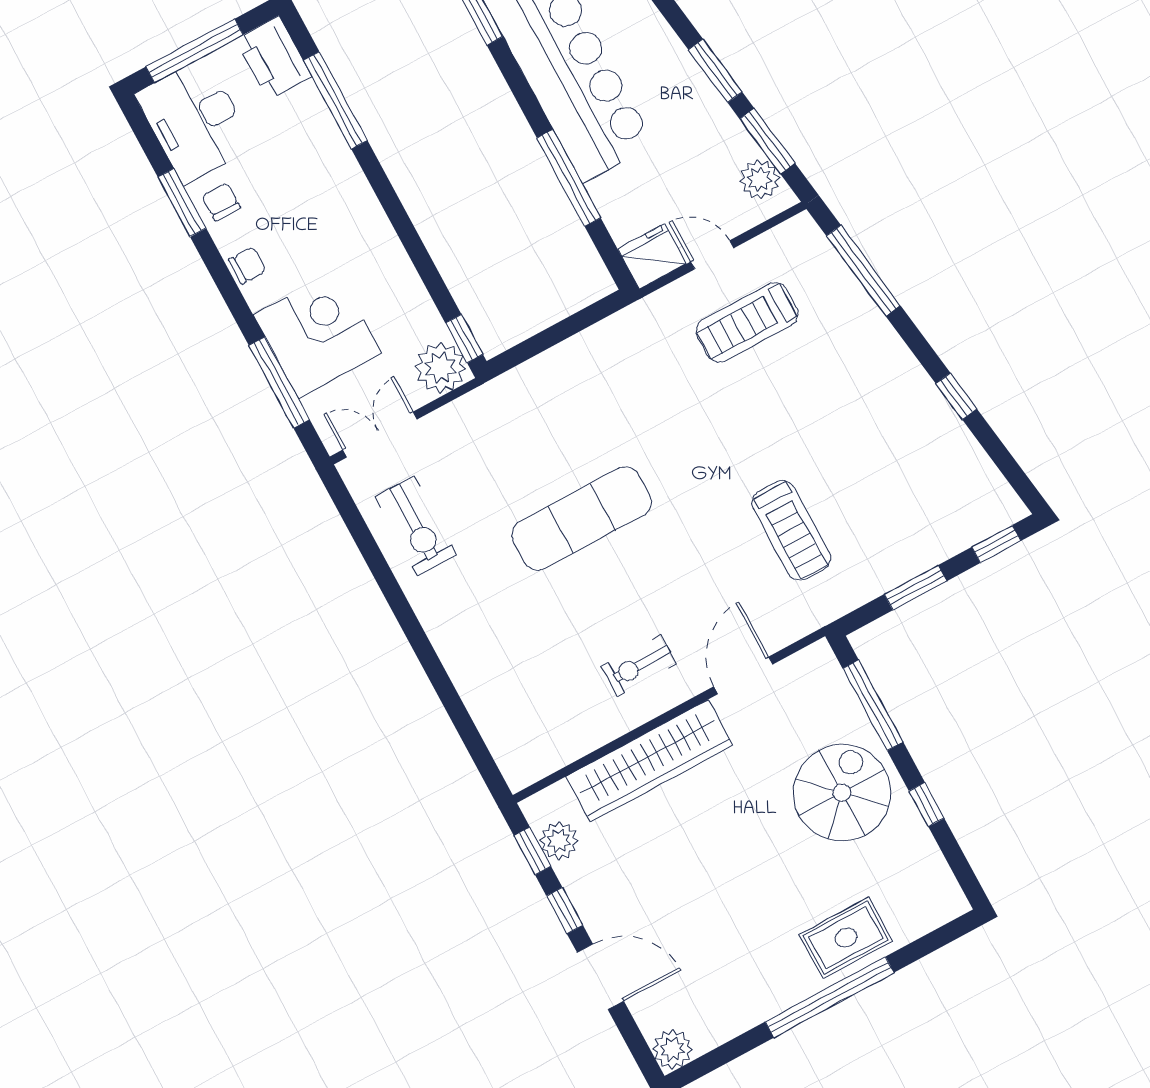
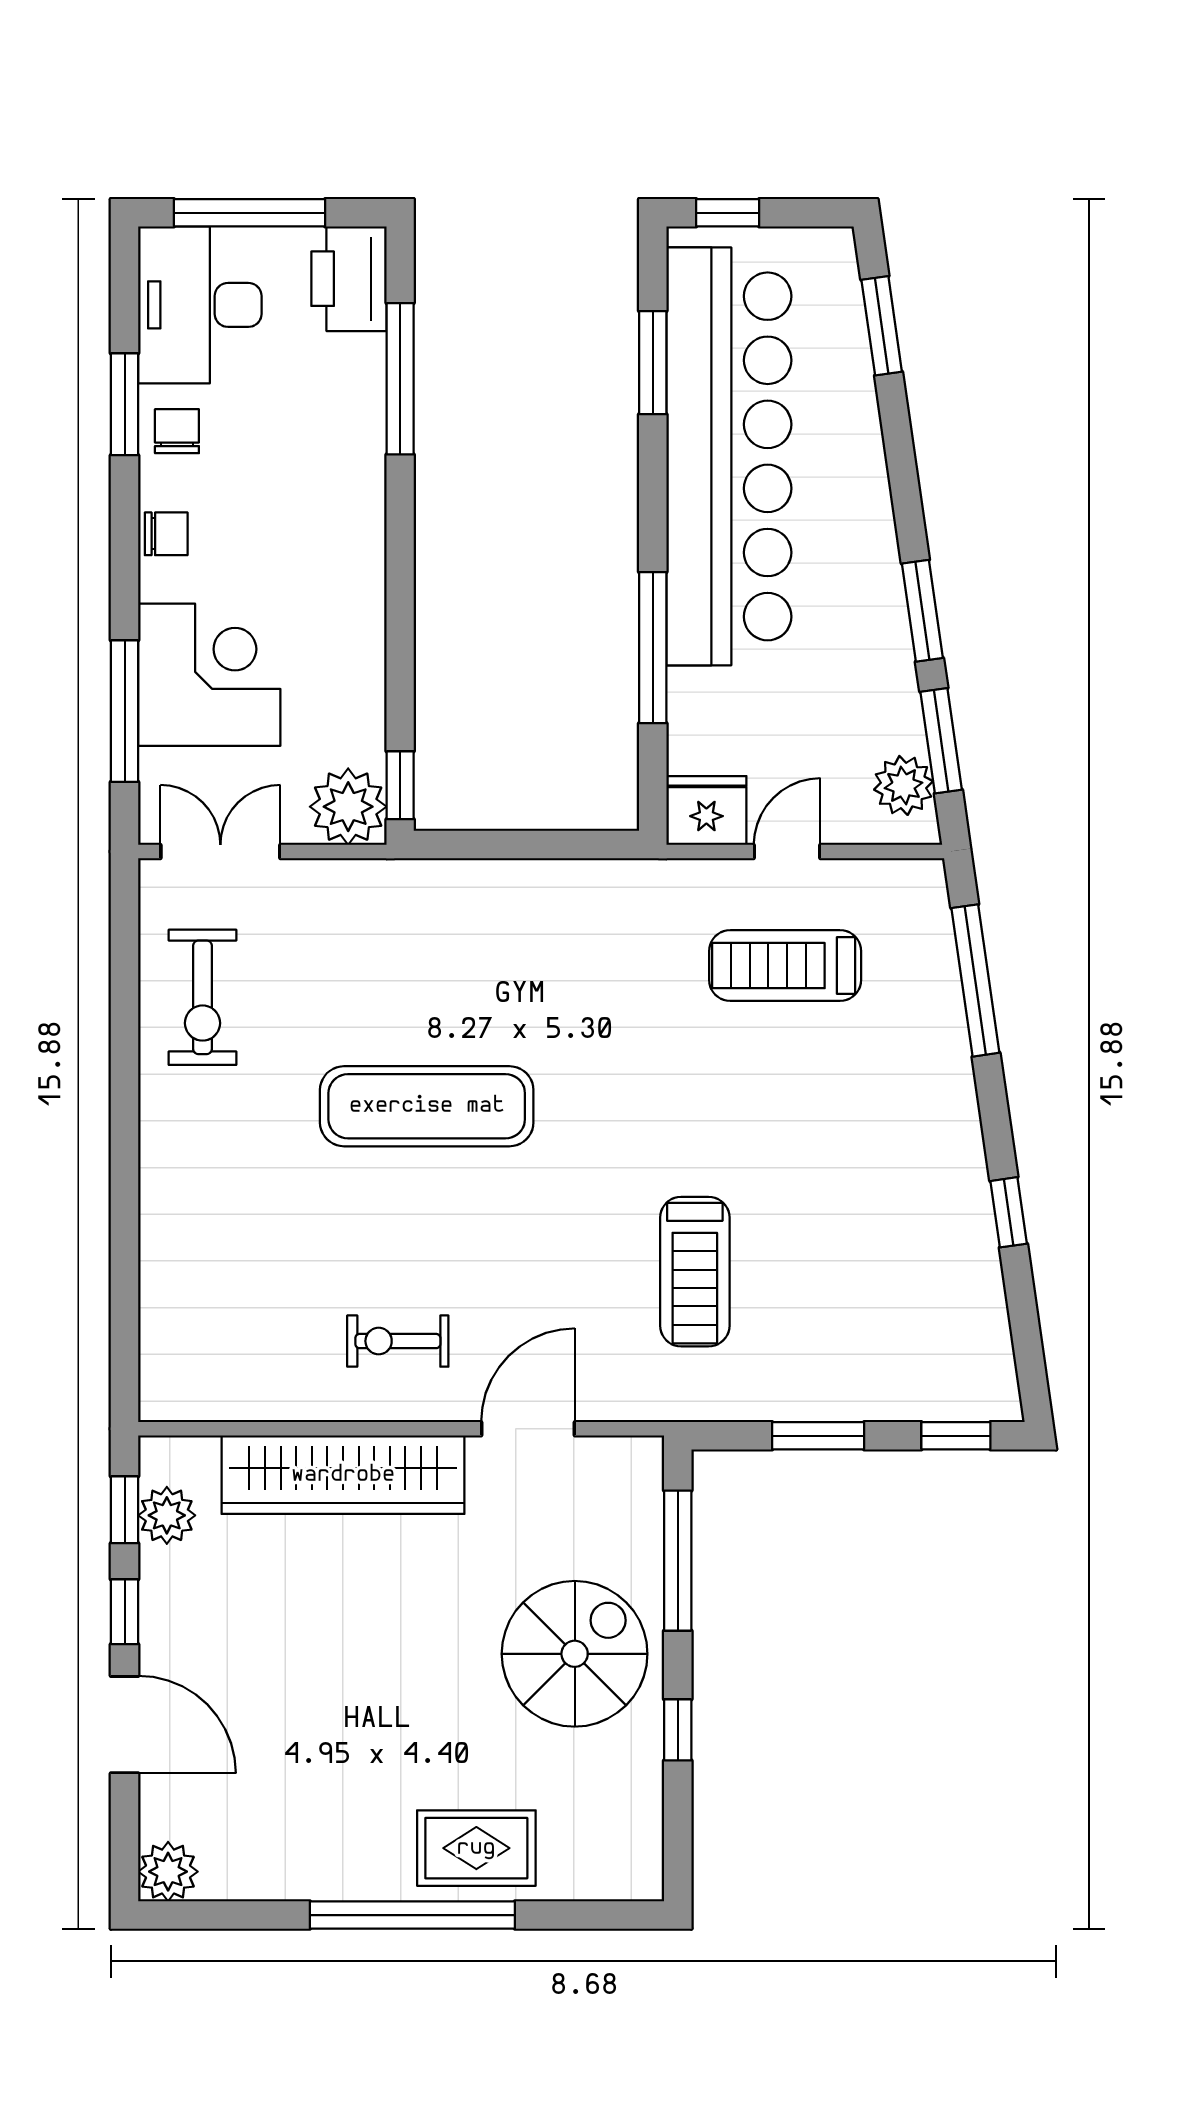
door: (712, 255) -> (787, 852), hinge flipped

